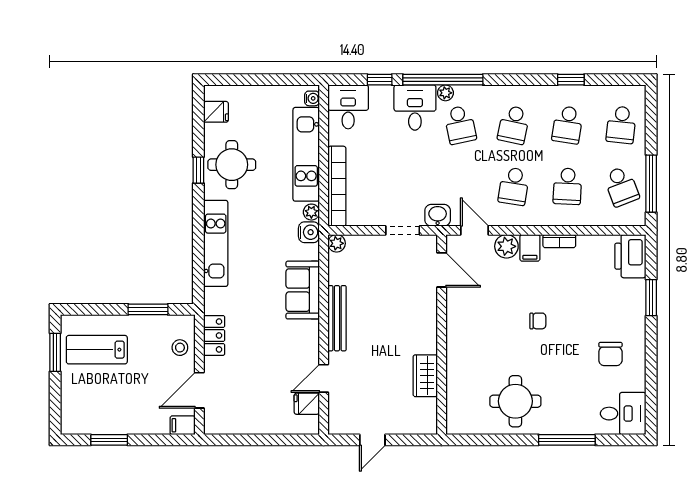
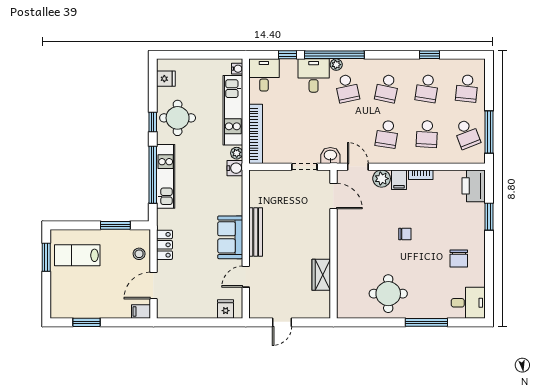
window: (198, 241) -> (153, 175), added
plant: (337, 243) -> (255, 176), removed
sofa: (303, 290) -> (230, 237), moved
fridge: (307, 404) -> (226, 309), moved, turned 90

